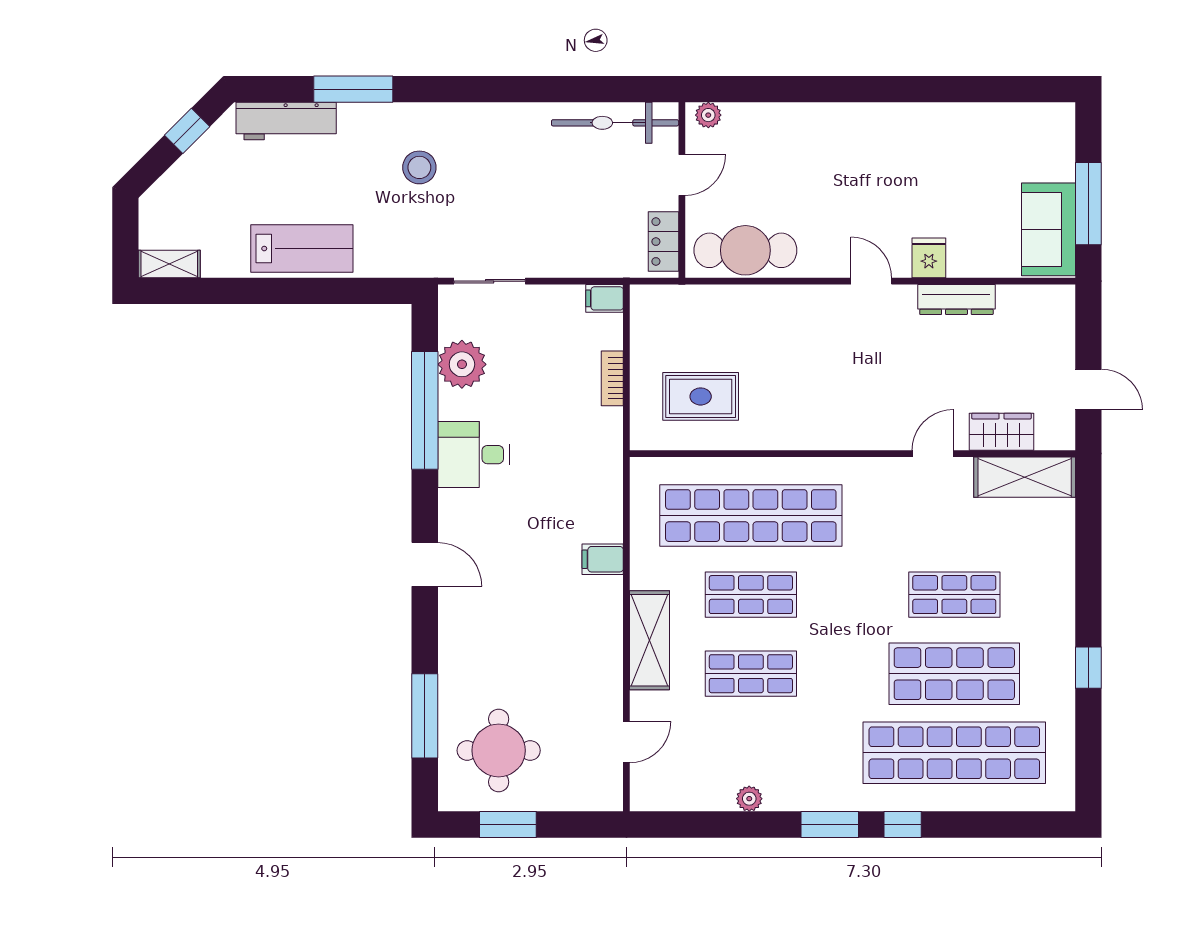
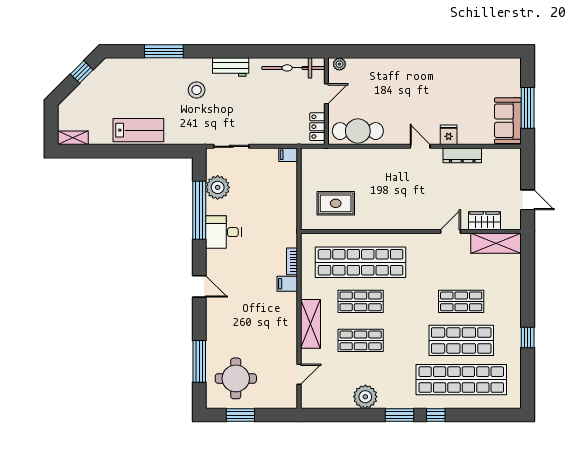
workbench: (286, 121) -> (231, 67), moved, width x0.73
bookcase: (612, 378) -> (292, 261), moved
plant: (749, 799) -> (365, 397), width x1.87, depth x1.87

